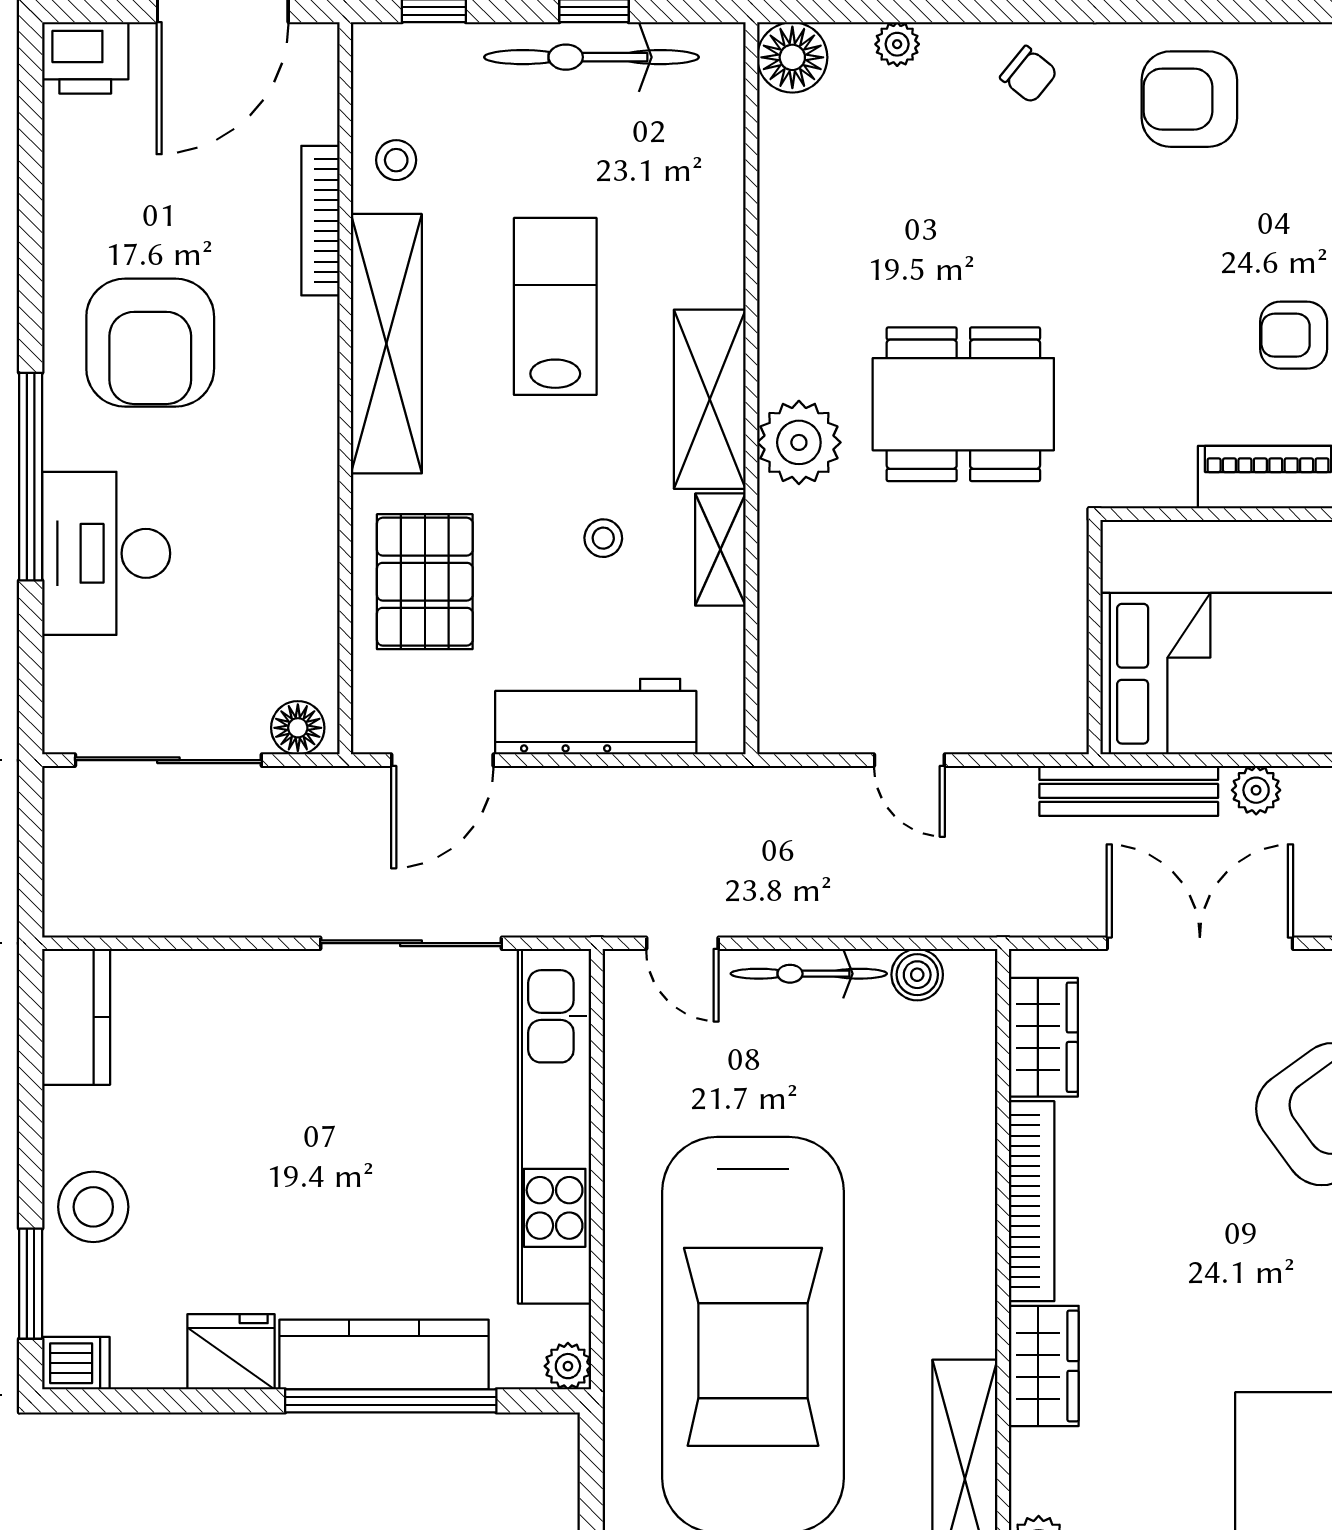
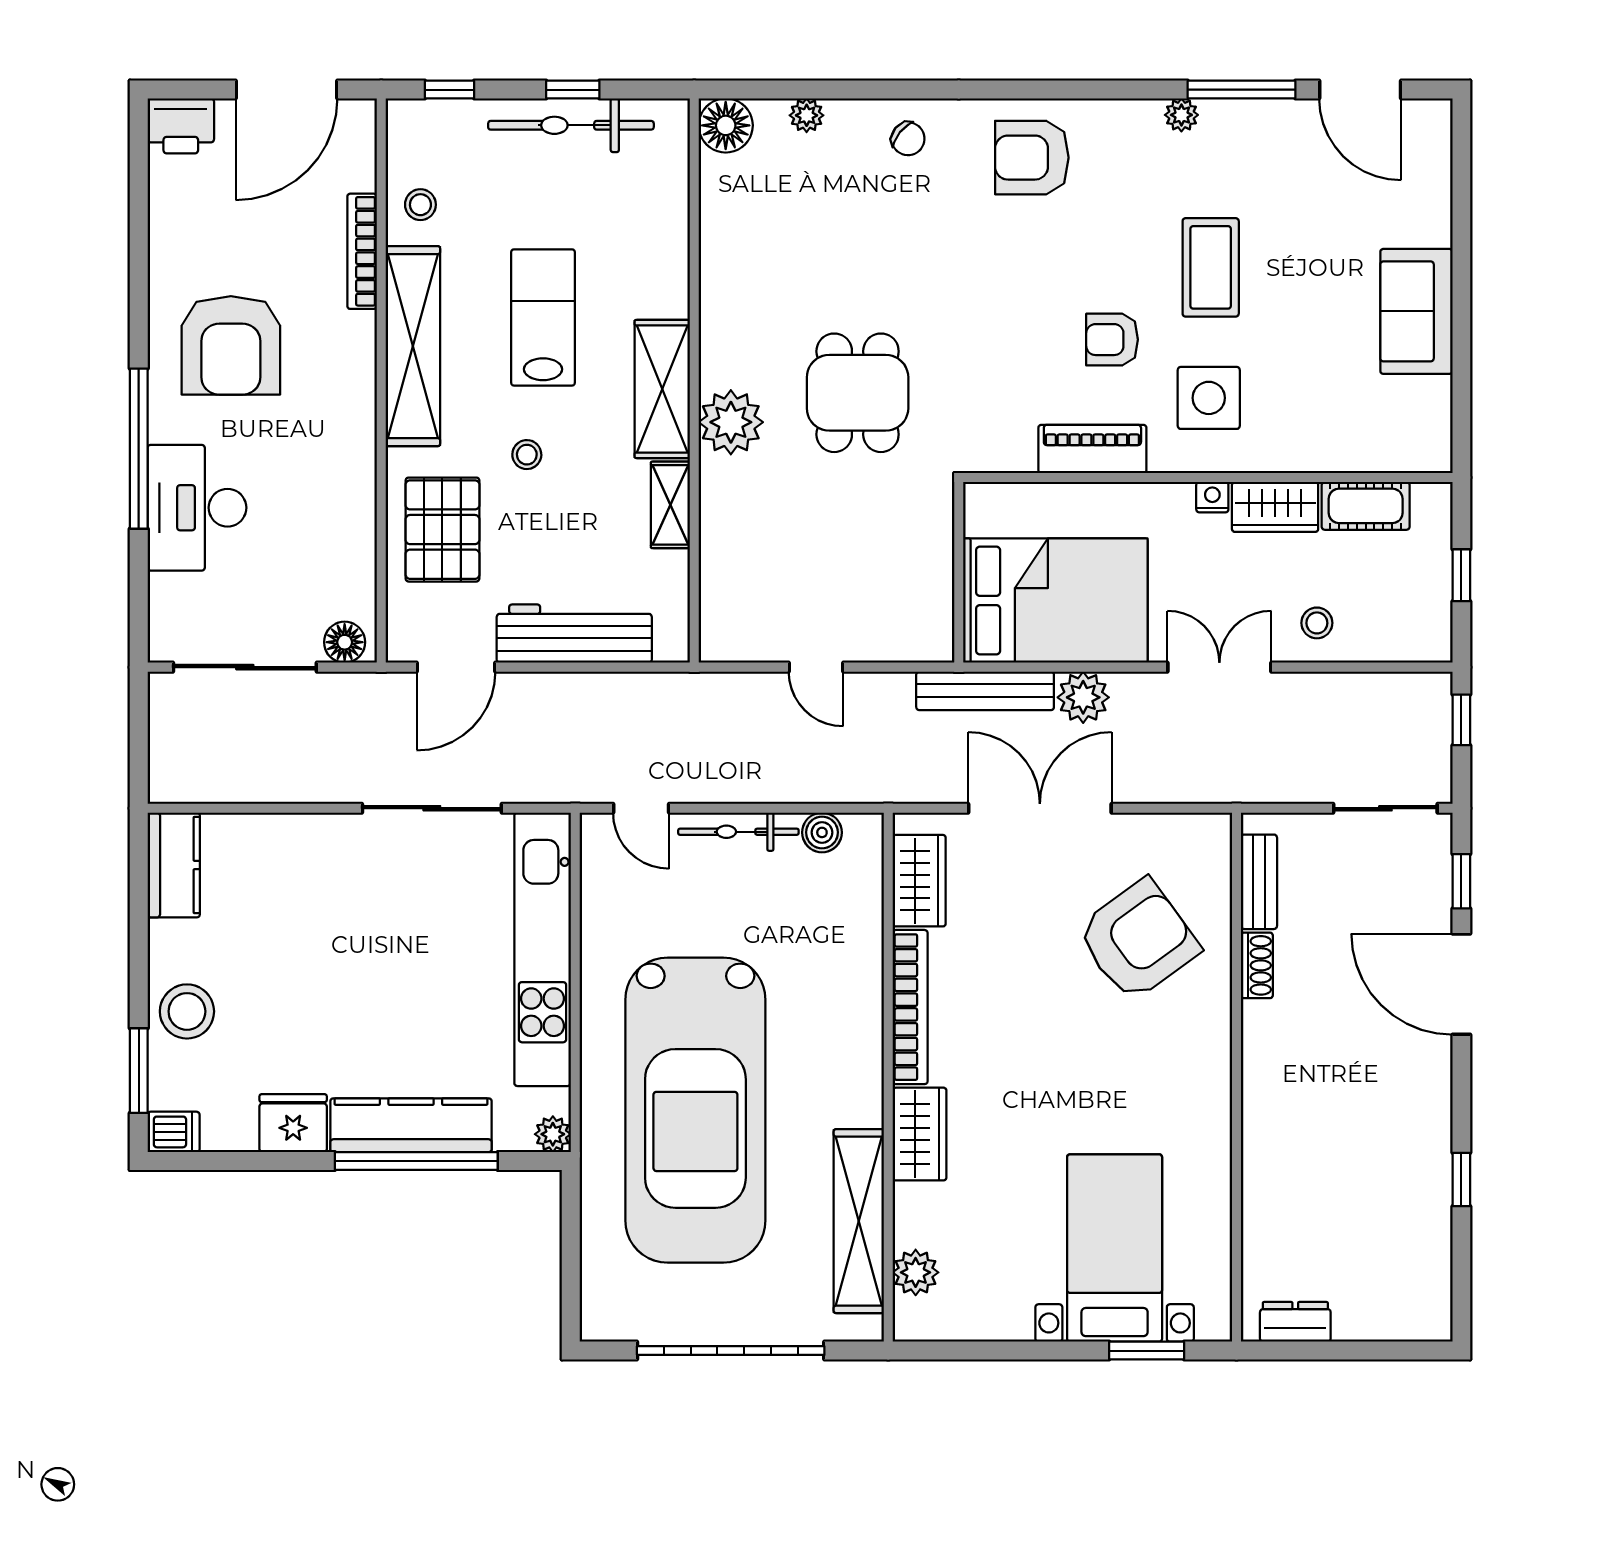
dining table: (963, 404) -> (858, 393), width x0.73
stool: (603, 538) -> (527, 455), moved
plant: (1256, 790) -> (1083, 697), width x1.38, depth x1.38

